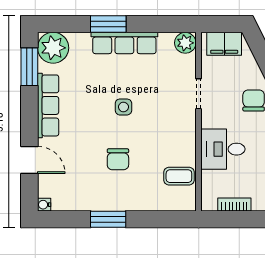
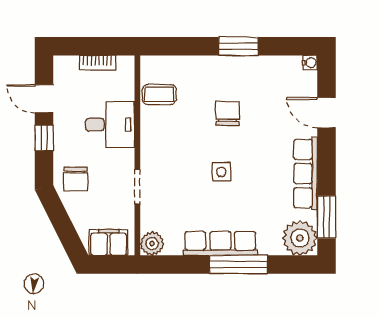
window: (108, 24) -> (238, 265), width x1.44

